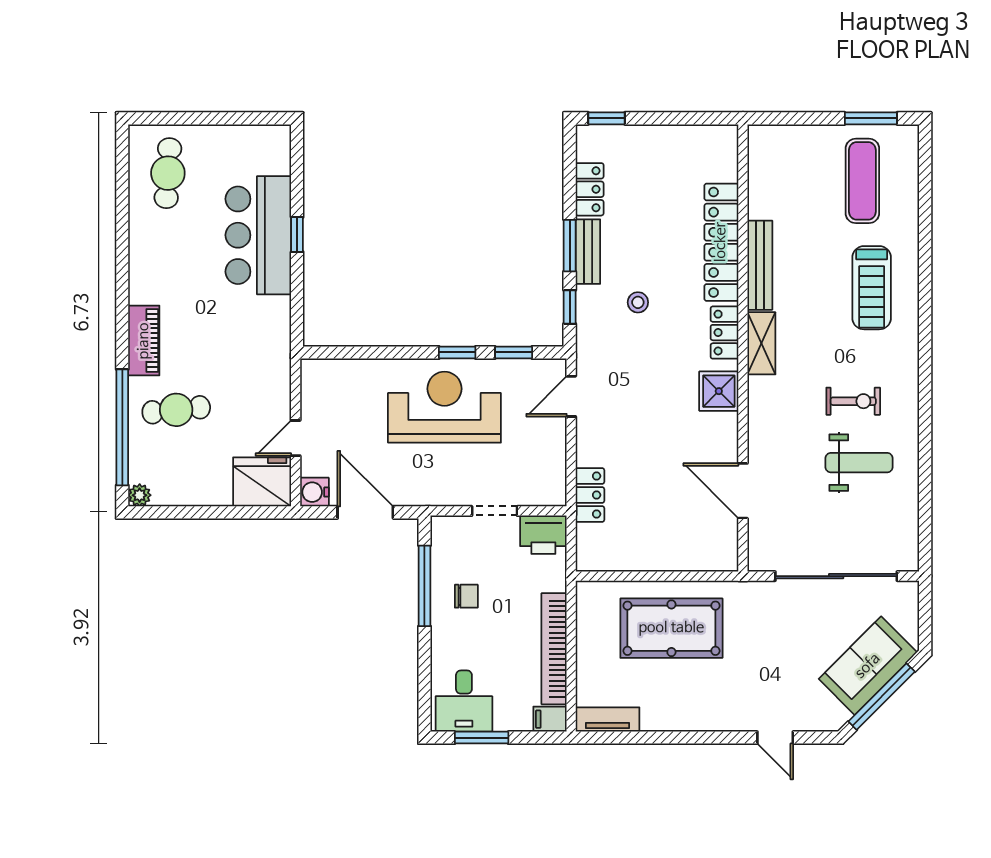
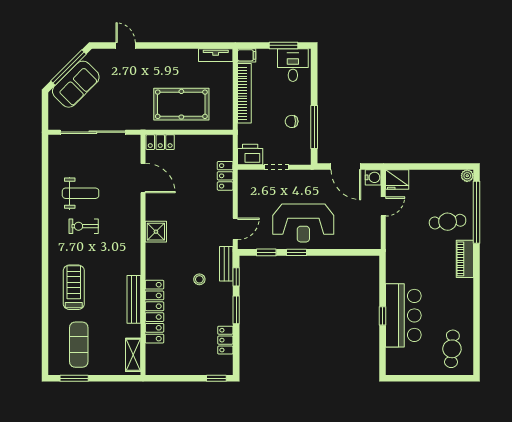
bench: (588, 252) -> (226, 264), moved
locker: (725, 333) -> (160, 142), moved, turned 90
shelving: (761, 343) -> (133, 355), moved
weight bench: (859, 463) -> (81, 193), turned 180
fridge: (262, 482) -> (397, 180), width x0.73, depth x0.75

